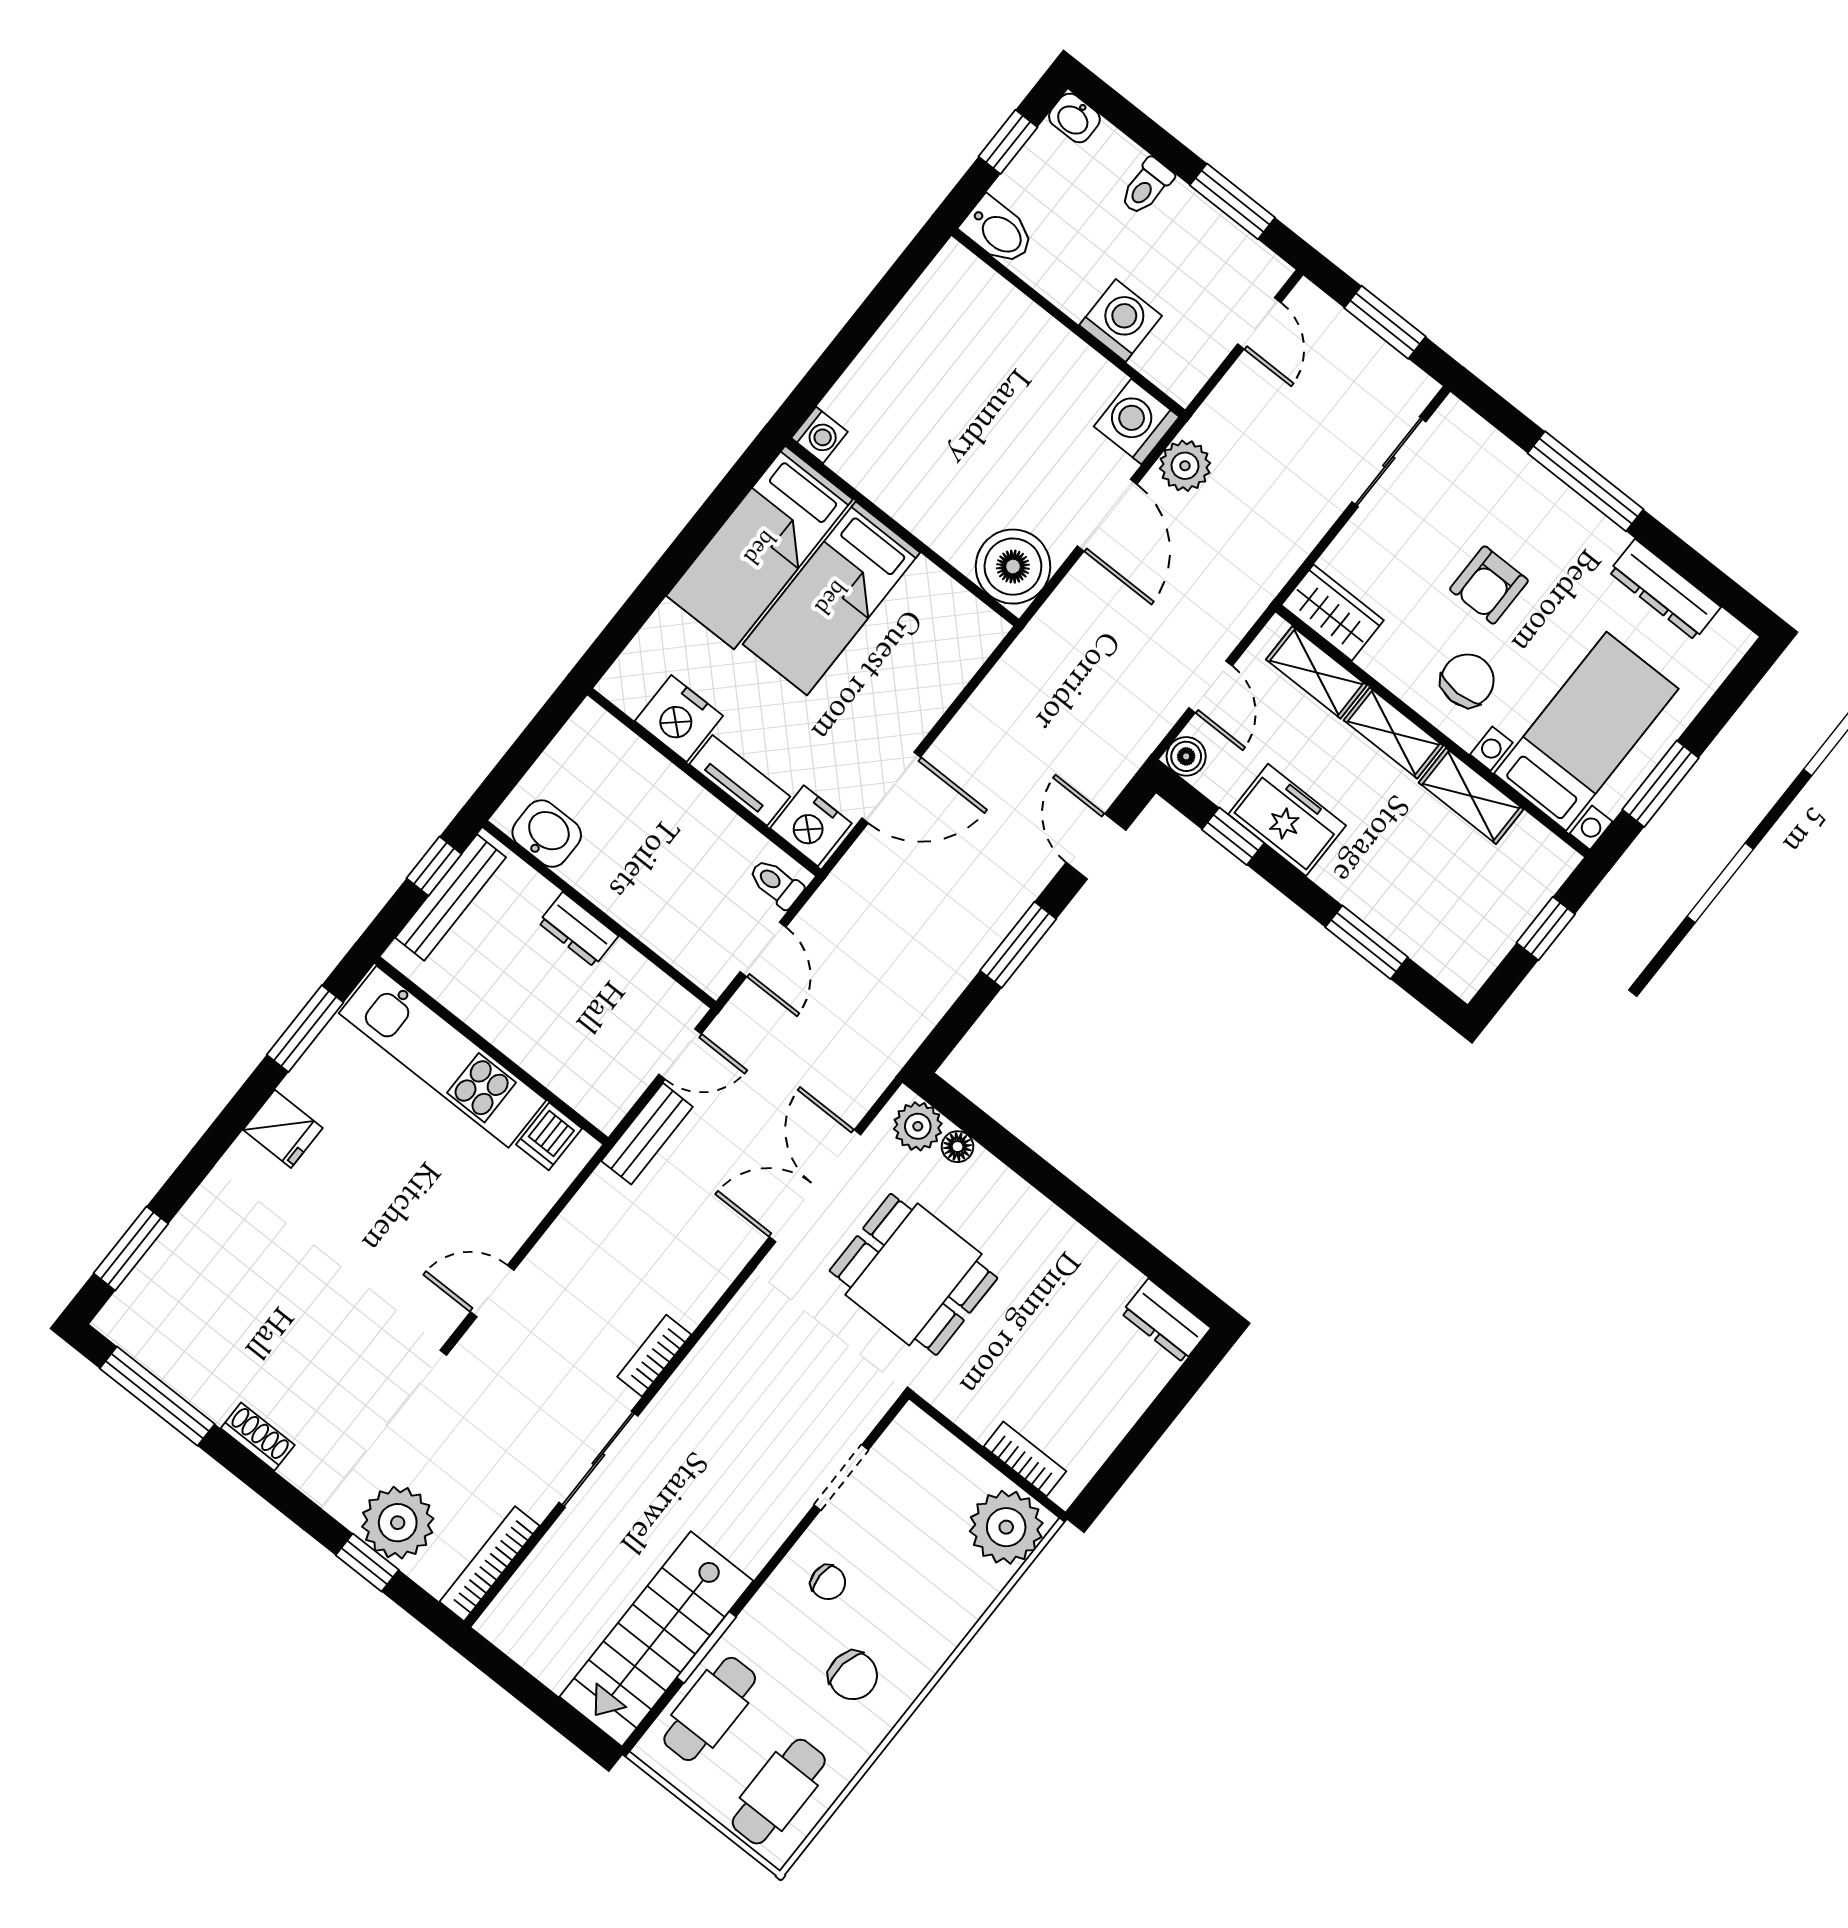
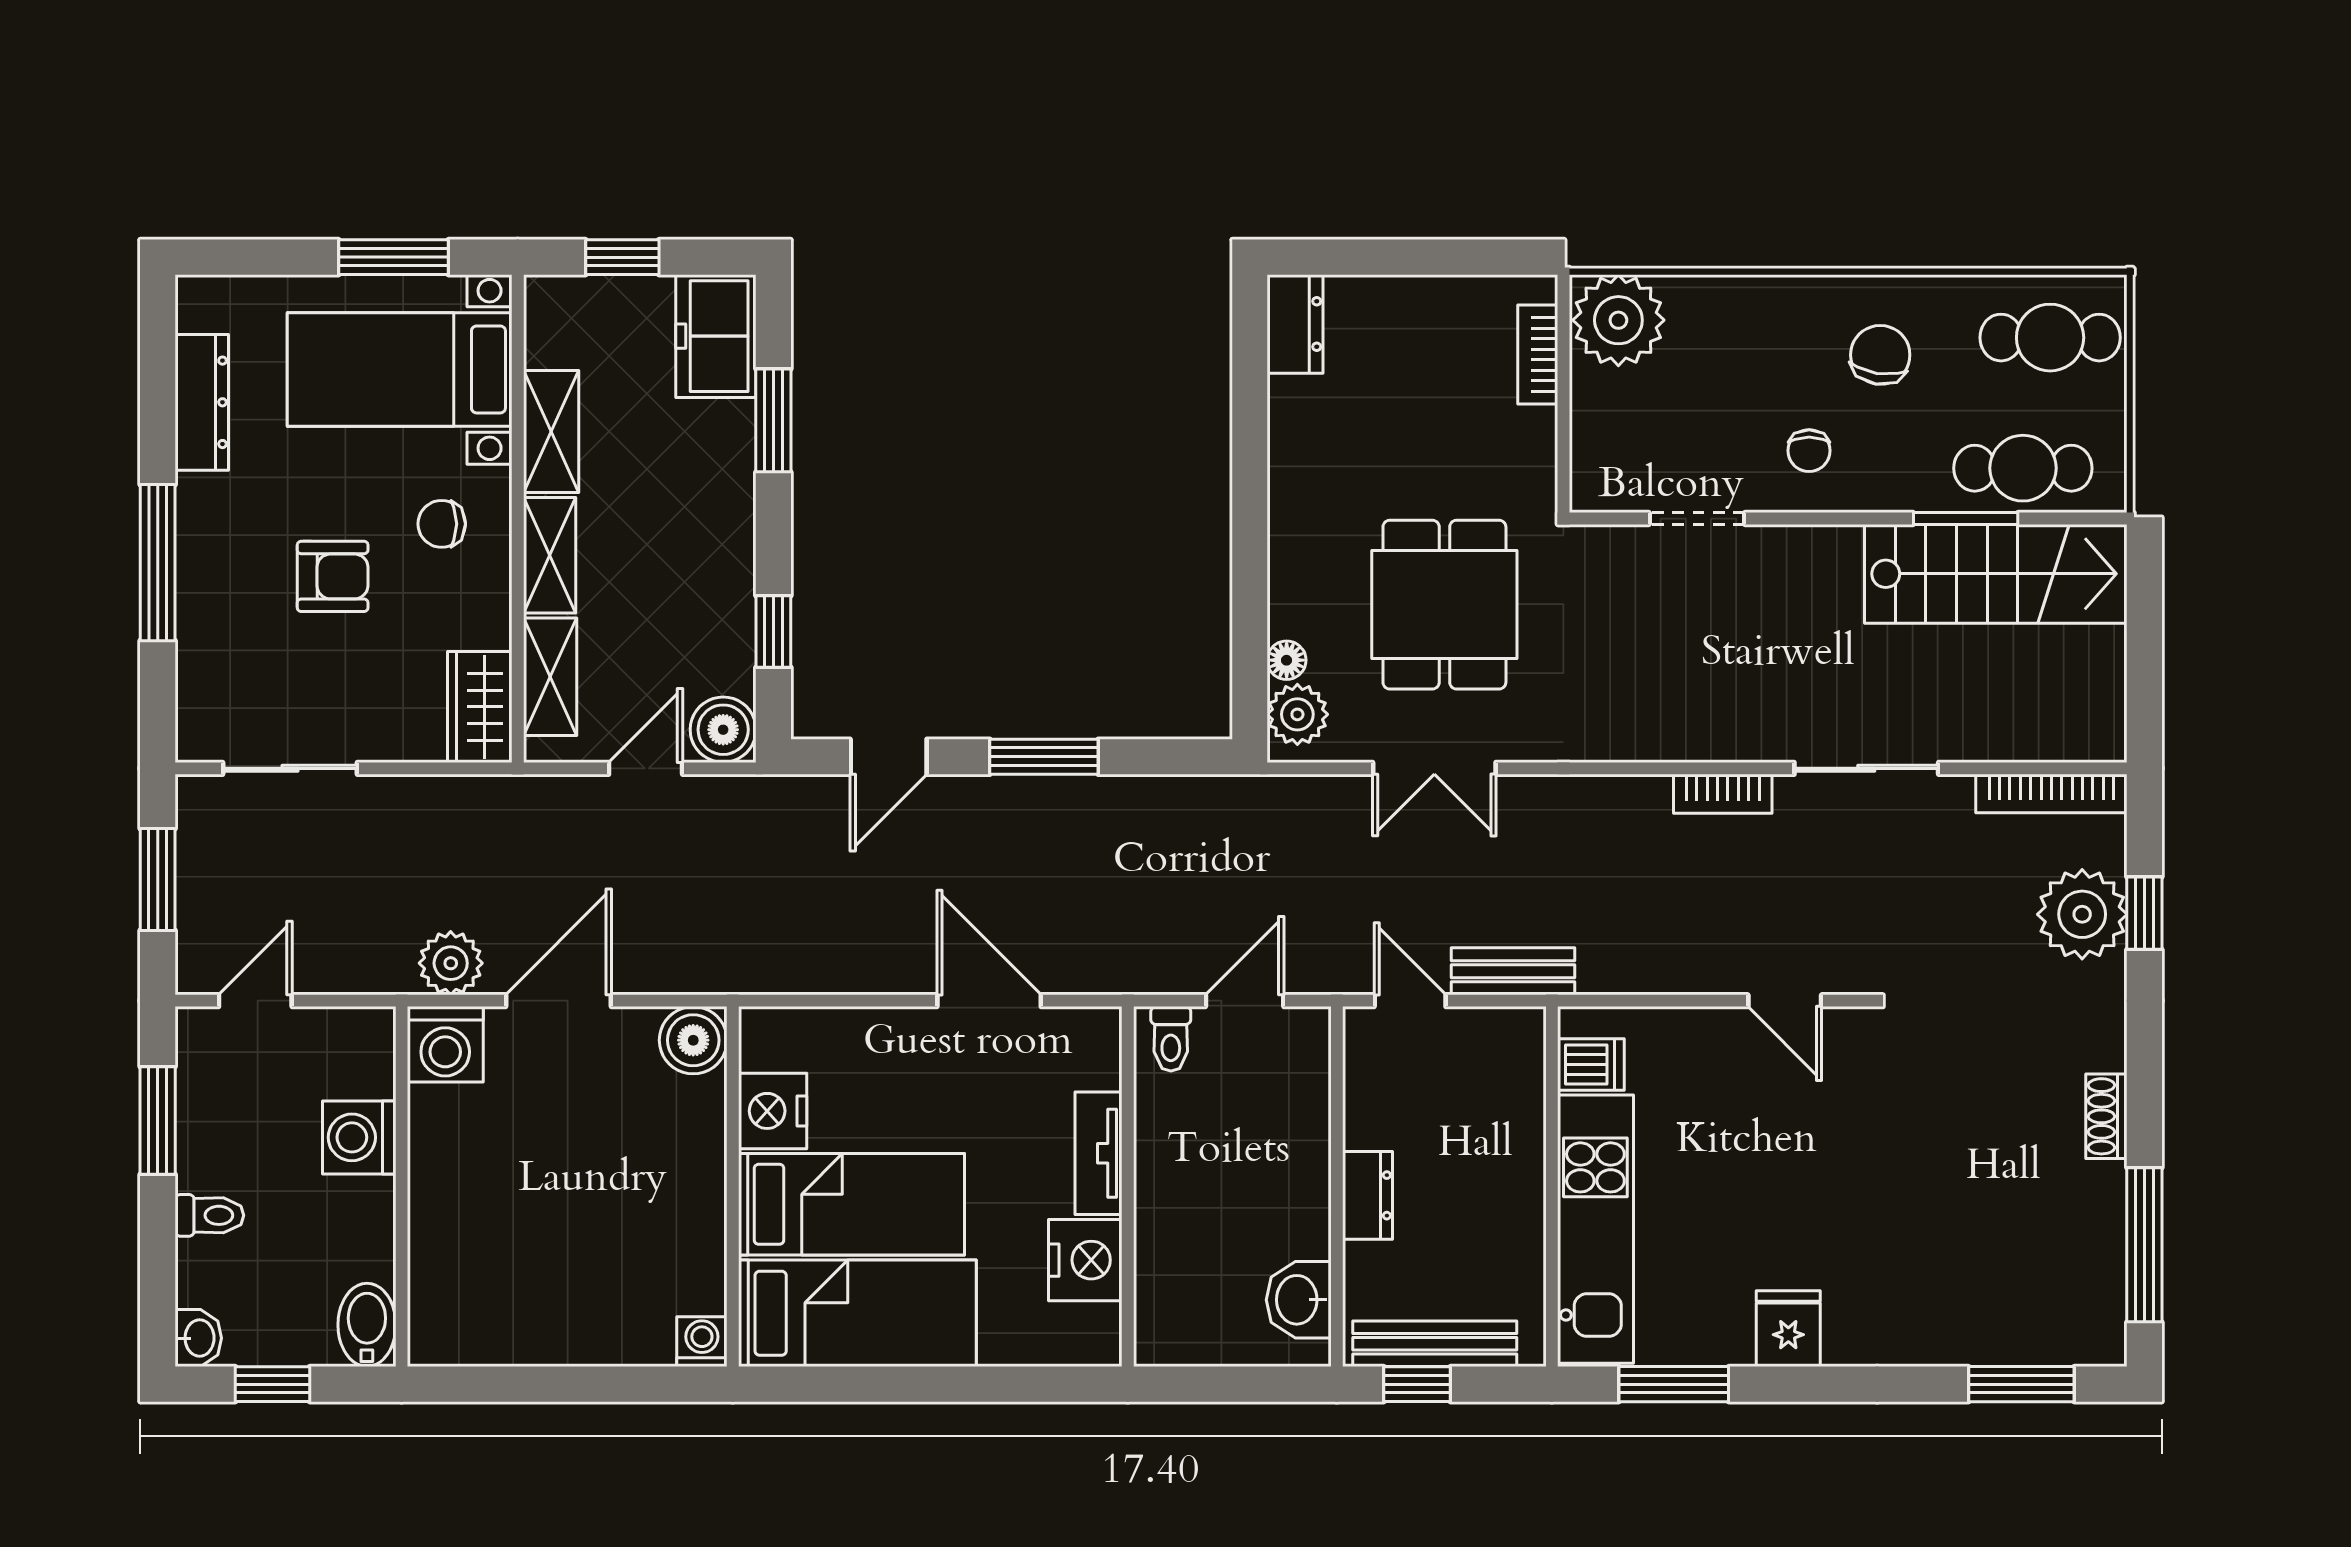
boiler: (1013, 567) -> (693, 1040), width x0.73, depth x0.73
chair: (1467, 680) -> (442, 524), width x0.73, depth x0.73
boiler: (1186, 756) -> (723, 730), width x1.36, depth x1.36
freezer: (1287, 820) -> (716, 336), moved
nightstand: (811, 826) -> (773, 1111), moved, turned 180
double door: (815, 1186) -> (1434, 768), width x0.73
chair: (828, 1582) -> (1809, 451), turned 180

